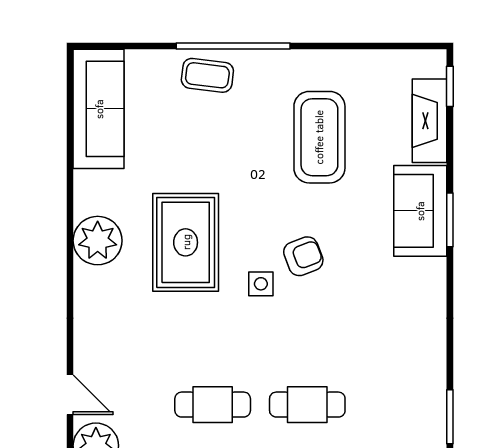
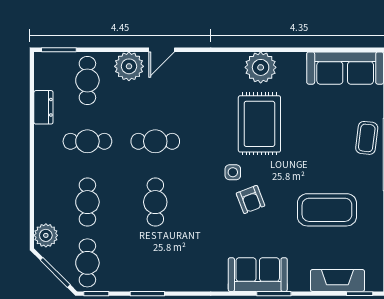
sofa: (420, 211) -> (258, 275), moved
rug: (186, 242) -> (259, 124), turned 90
cafe table: (213, 405) -> (155, 141), turned 90

